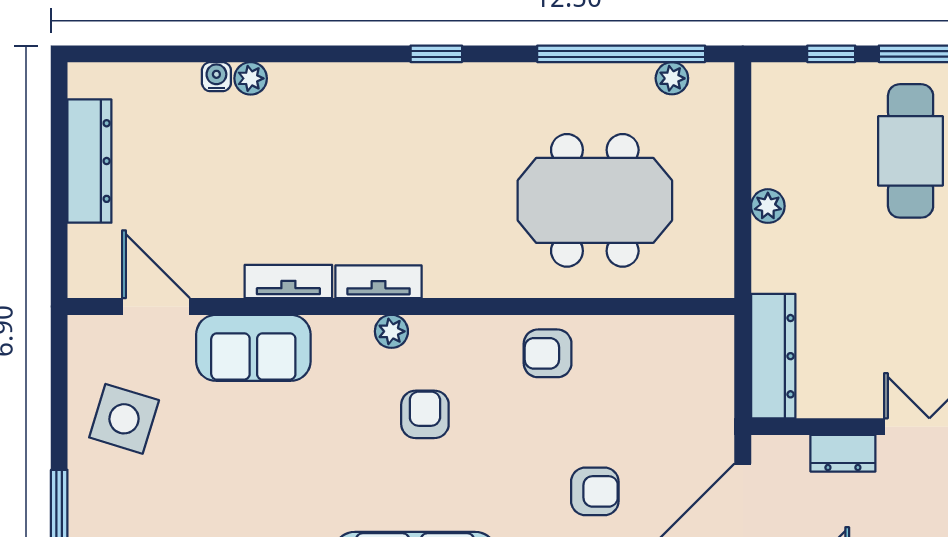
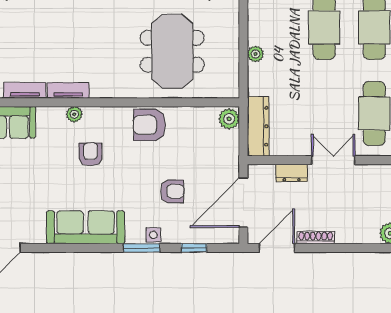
meeting table: (595, 200) -> (172, 51), turned 90
plant: (713, 341) -> (229, 119), added
armchair: (548, 353) -> (149, 125), width x1.38, depth x1.38

